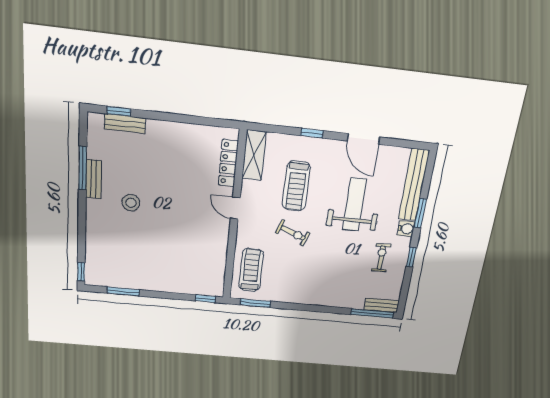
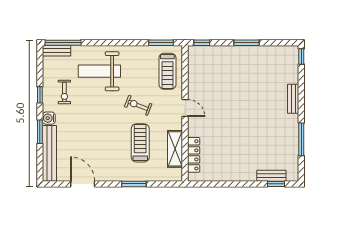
window: (312, 133) -> (134, 184), width x1.50
door: (363, 139) -> (83, 184), moved
shelving: (254, 155) -> (175, 149), moved
bench: (94, 179) -> (293, 99), moved
stool: (131, 203) -> (265, 117), removed
weight bench: (355, 204) -> (99, 71), moved, turned 90
door: (235, 208) -> (185, 108), moved
window: (123, 291) -> (246, 43), moved

